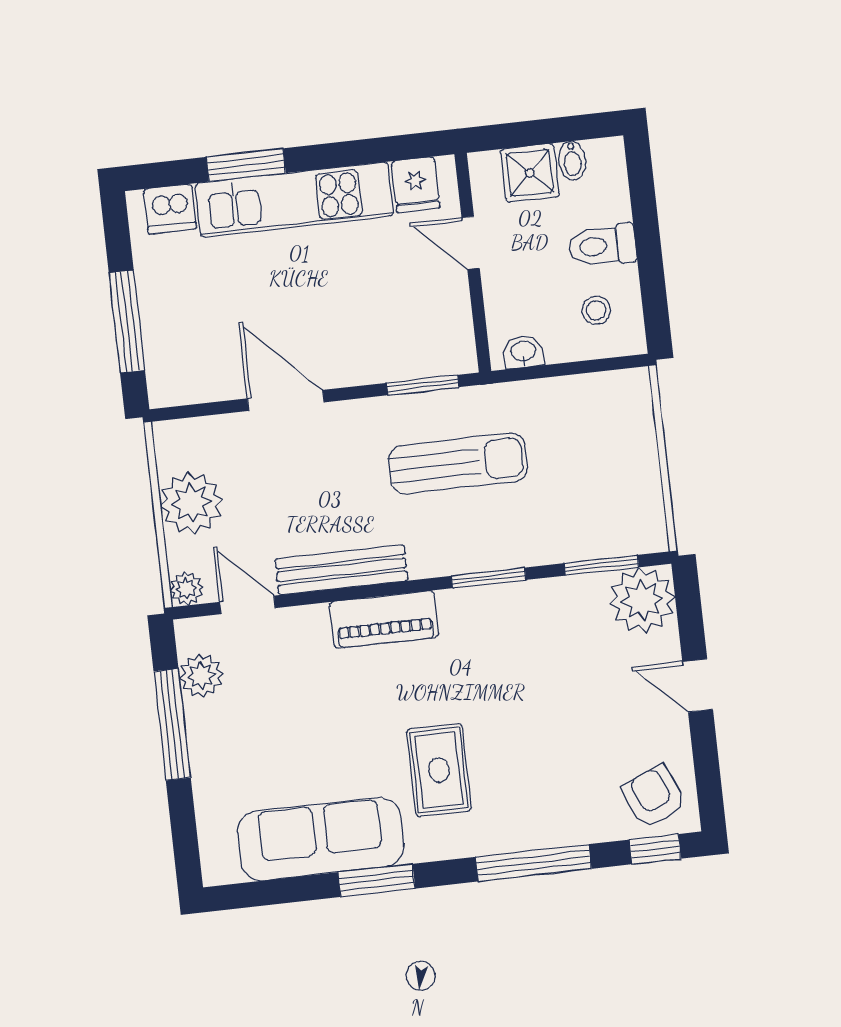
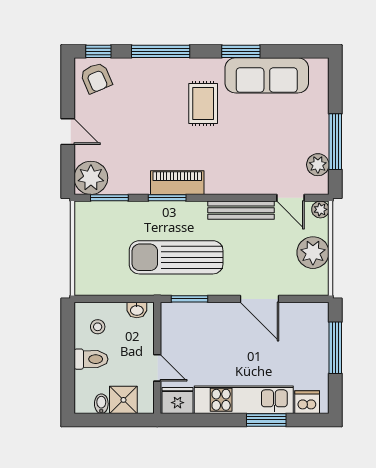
fridge: (416, 185) -> (177, 400), width x1.38
sun lounger: (458, 463) -> (176, 257), width x1.36, depth x1.34
piano: (384, 620) -> (177, 183), moved

